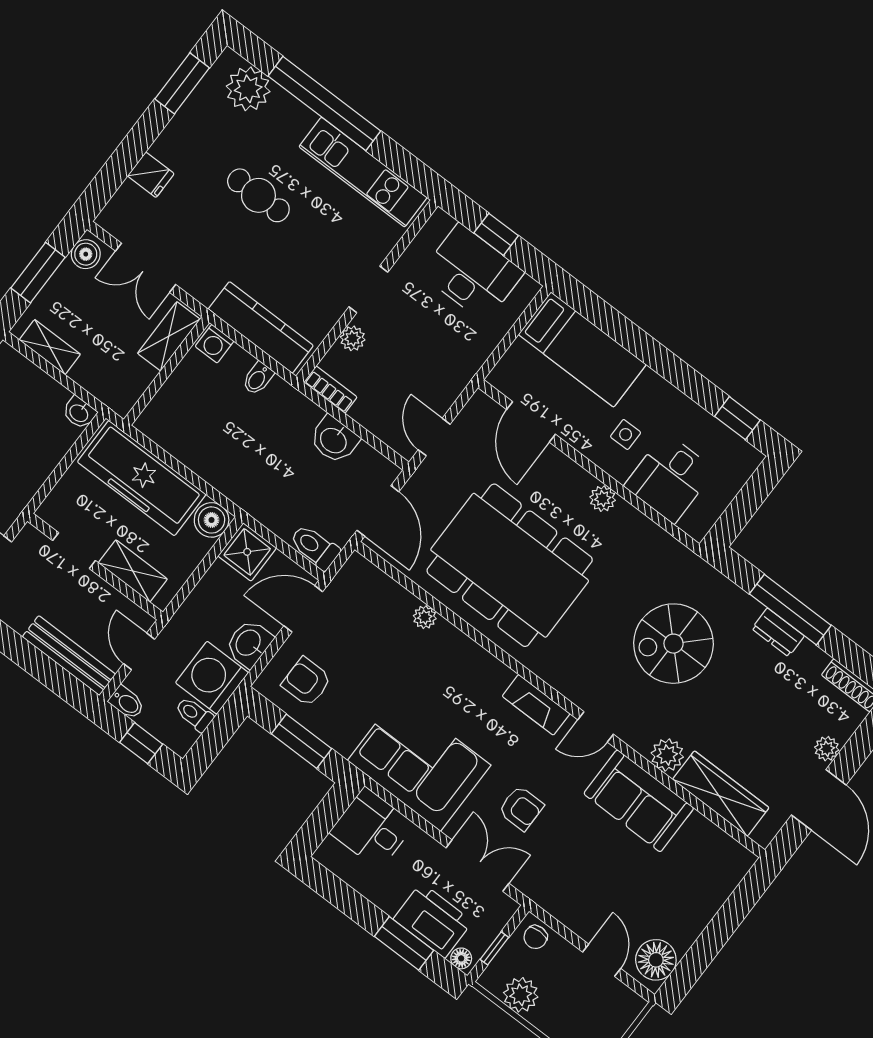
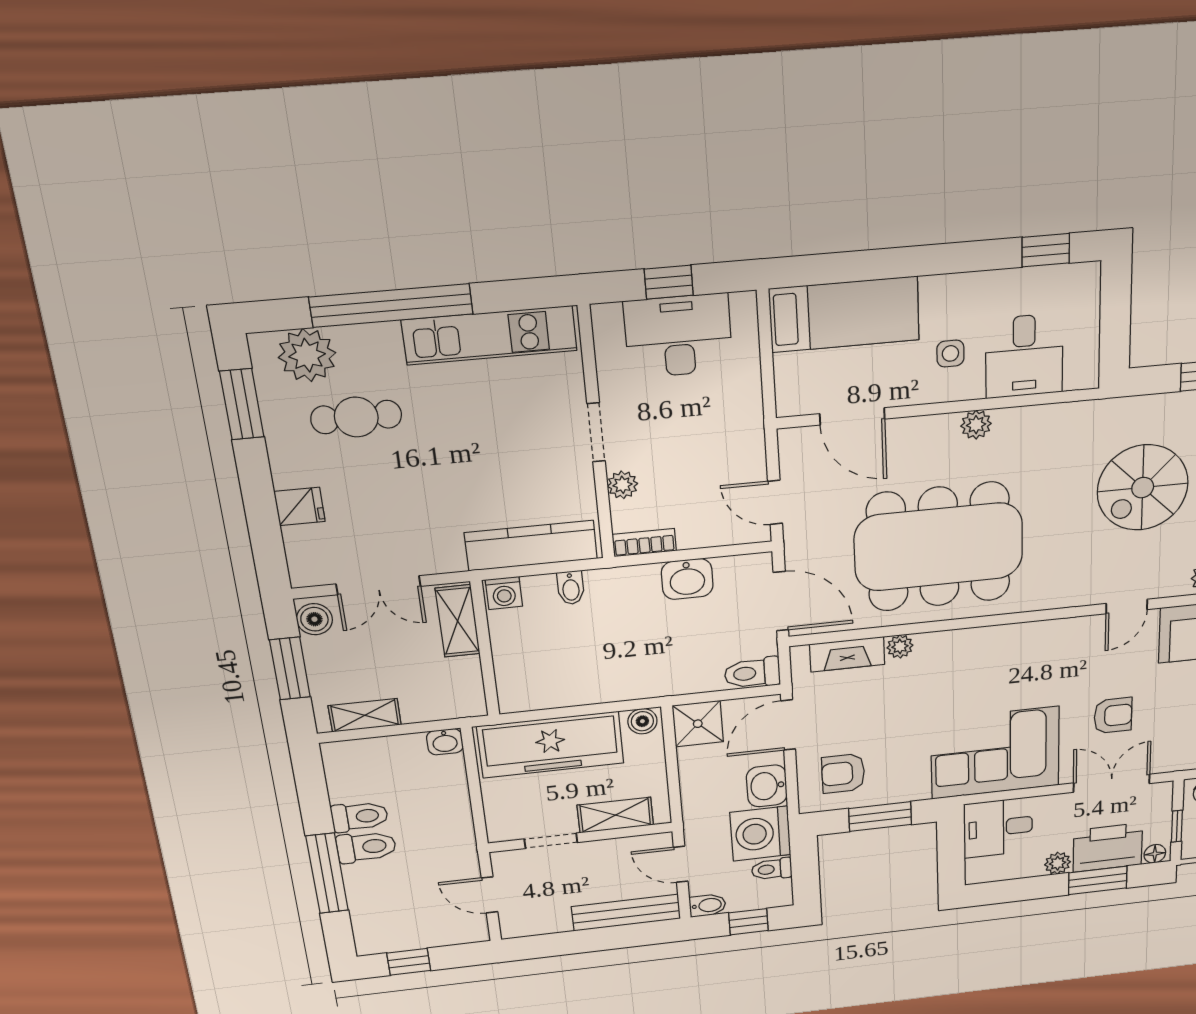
cafe table: (258, 195) -> (356, 417), moved
boiler: (212, 520) -> (642, 721), width x0.73, depth x0.73
fireplace: (536, 705) -> (847, 654), moved
plant: (388, 900) -> (1058, 863), added

